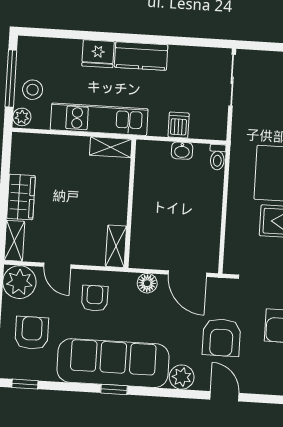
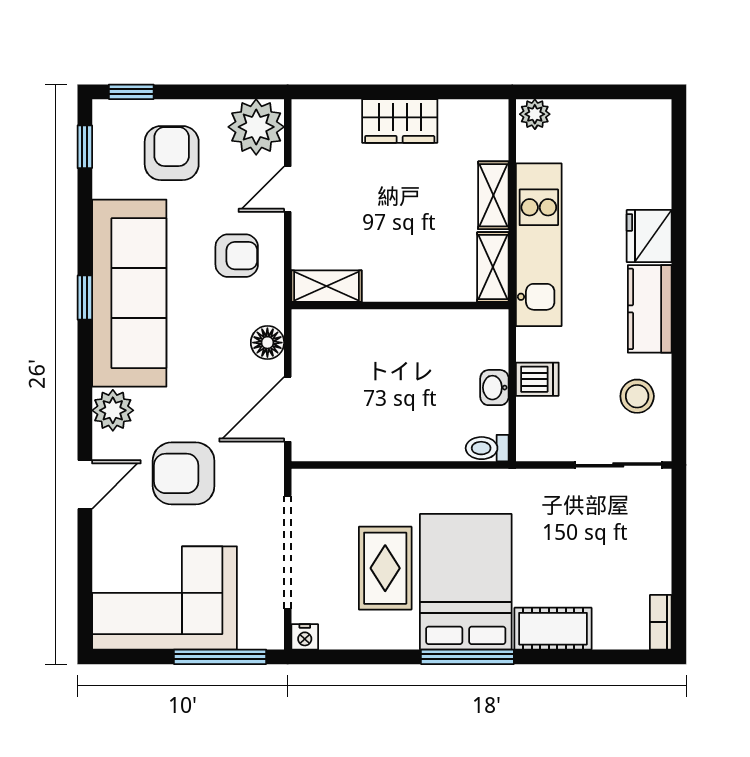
window: (11, 78) -> (598, 92), removed
stool: (33, 90) -> (637, 396), moved
shelving: (14, 241) -> (493, 195), moved, turned 90
armchair: (32, 333) -> (172, 153), turned -90

